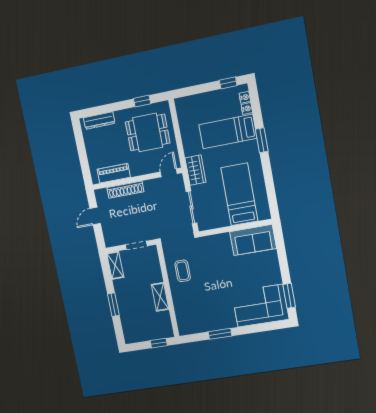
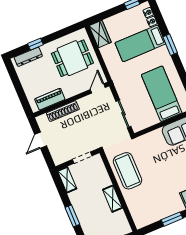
window: (142, 101) -> (35, 44), moved
wardrobe: (195, 170) -> (100, 34), moved
coffee table: (183, 271) -> (128, 171), width x1.86, depth x1.72

